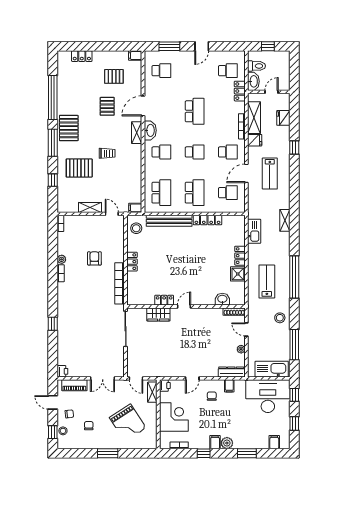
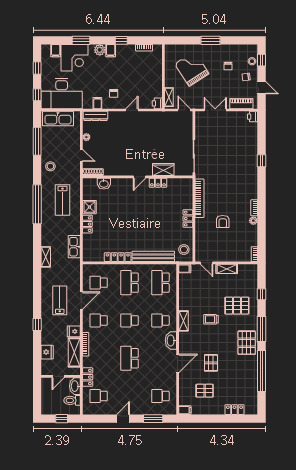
shelving: (137, 133) -> (183, 321), moved
corner desk: (174, 417) -> (74, 58), moved, turned -90

